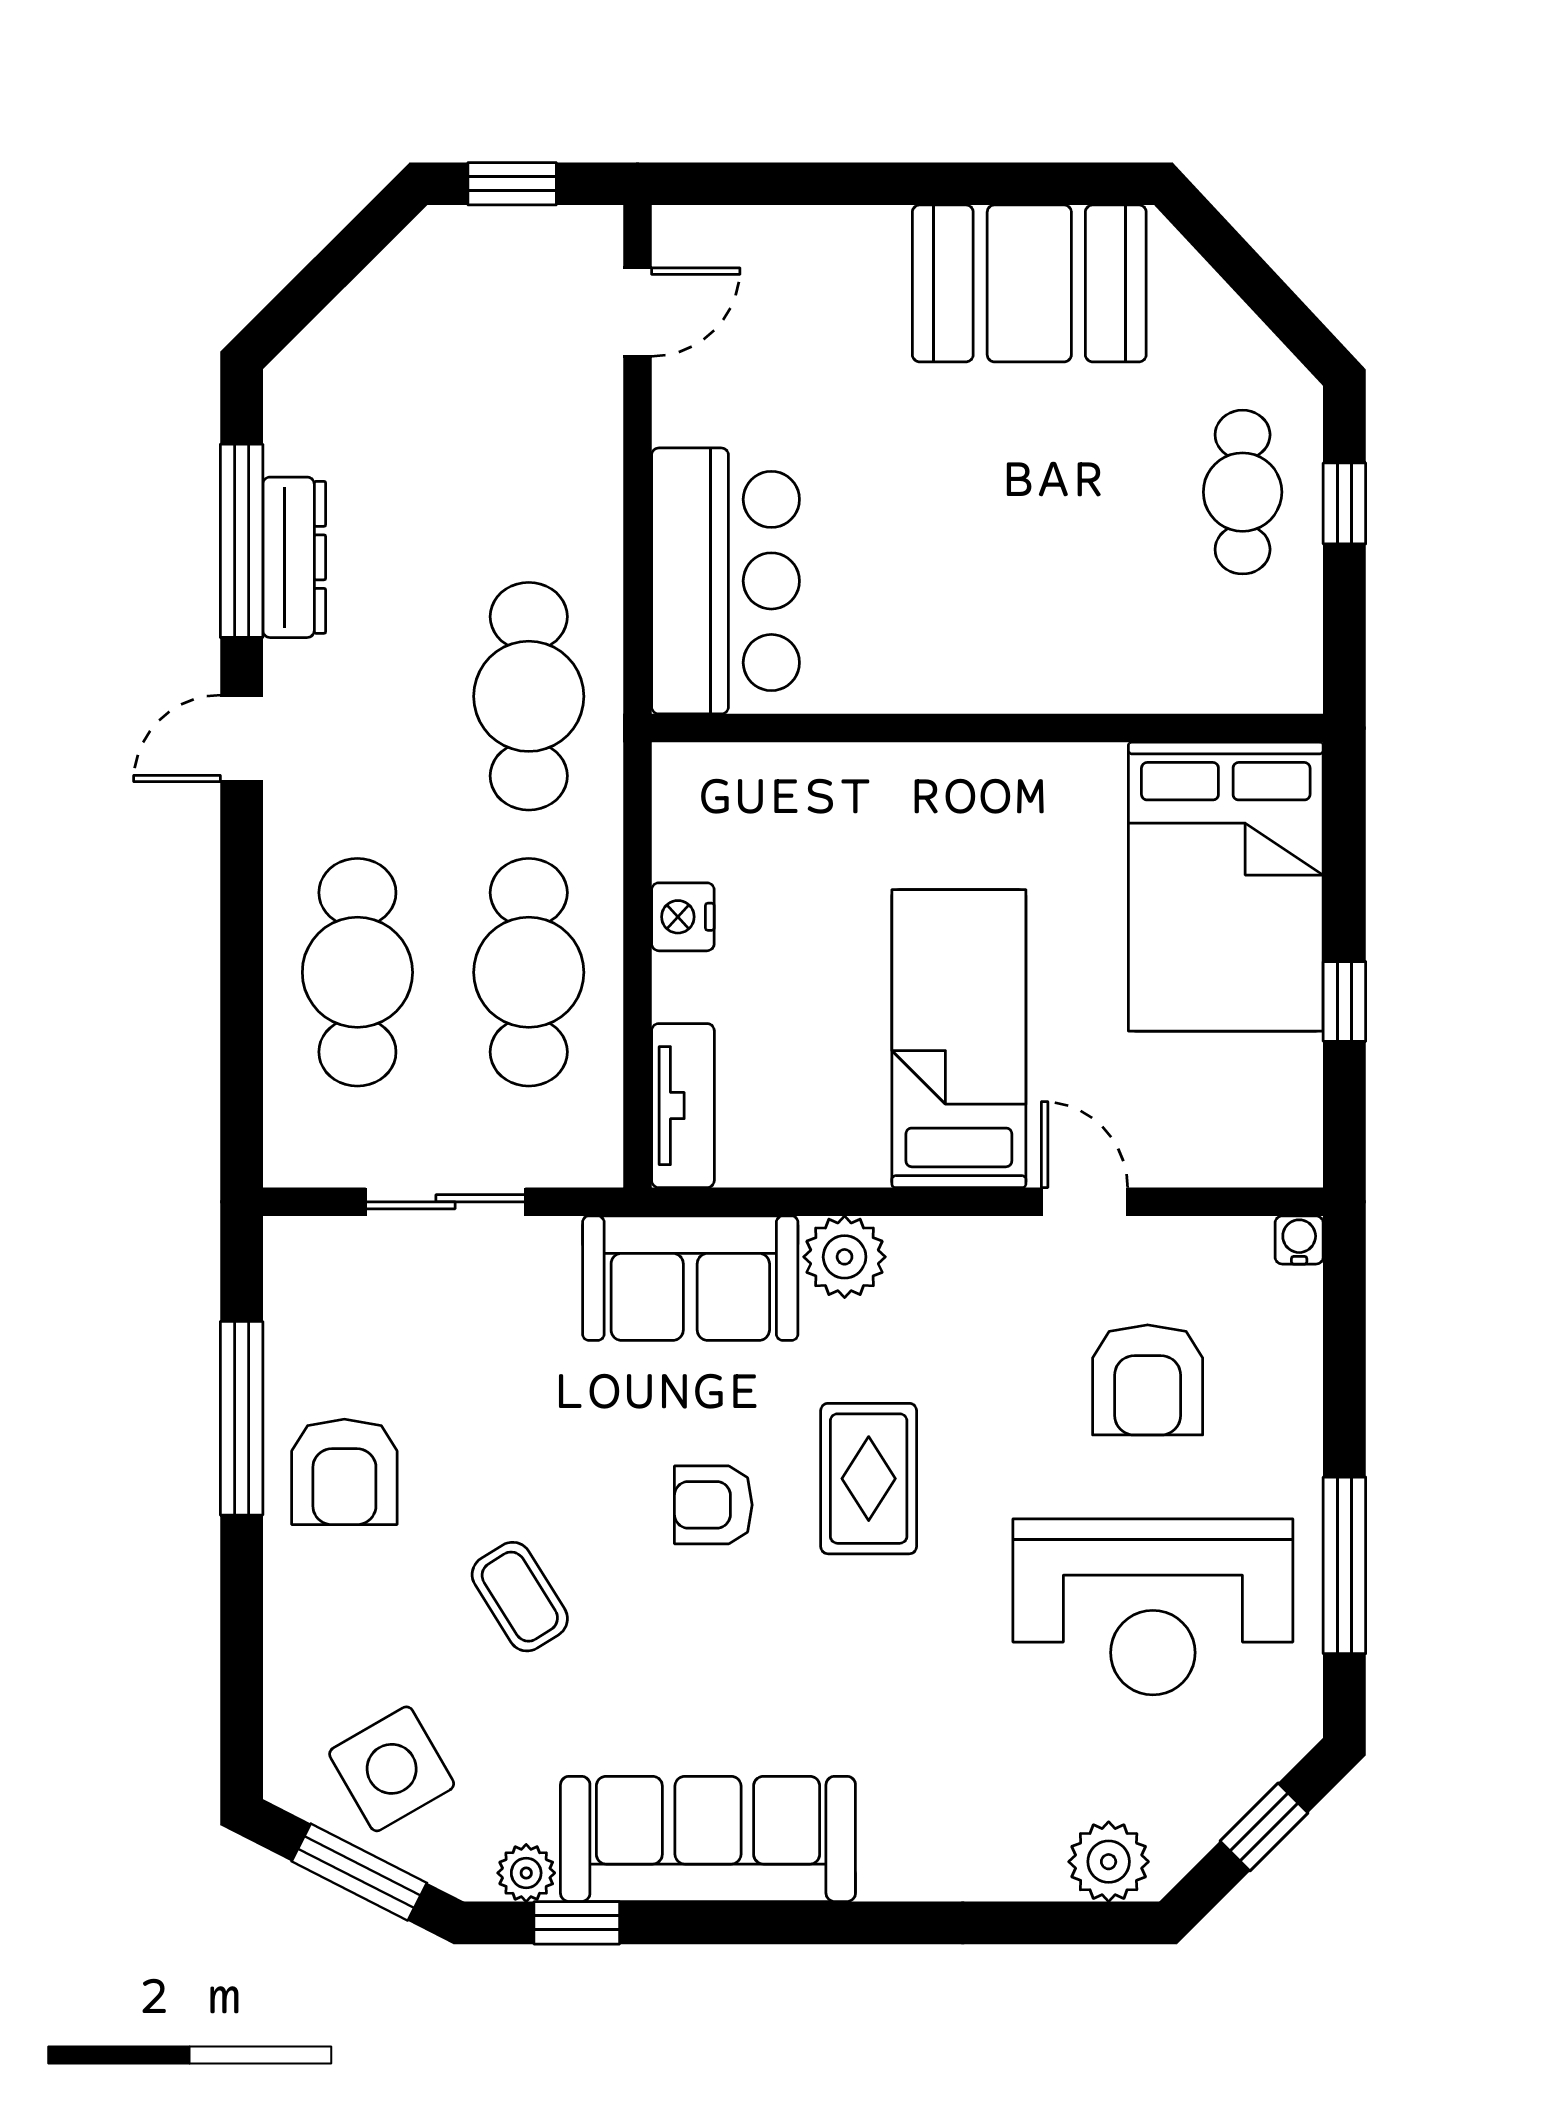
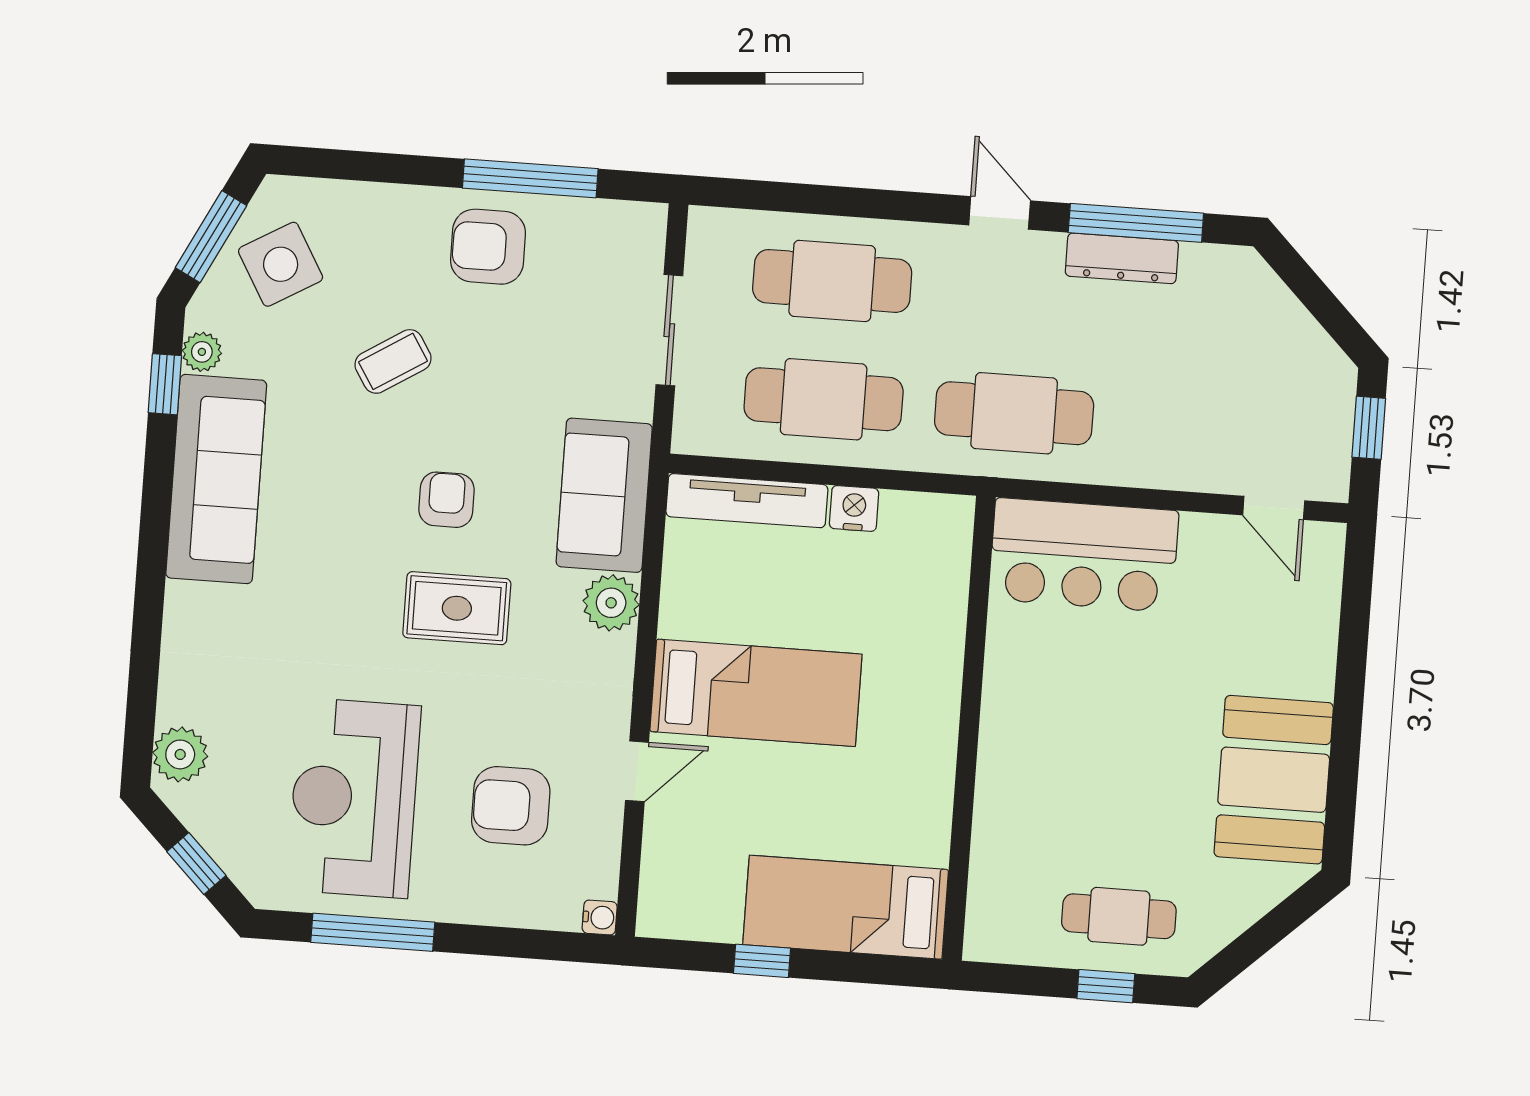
bed: (1226, 887) -> (846, 907), width x0.67
tv unit: (683, 1106) -> (747, 501), width x1.41

